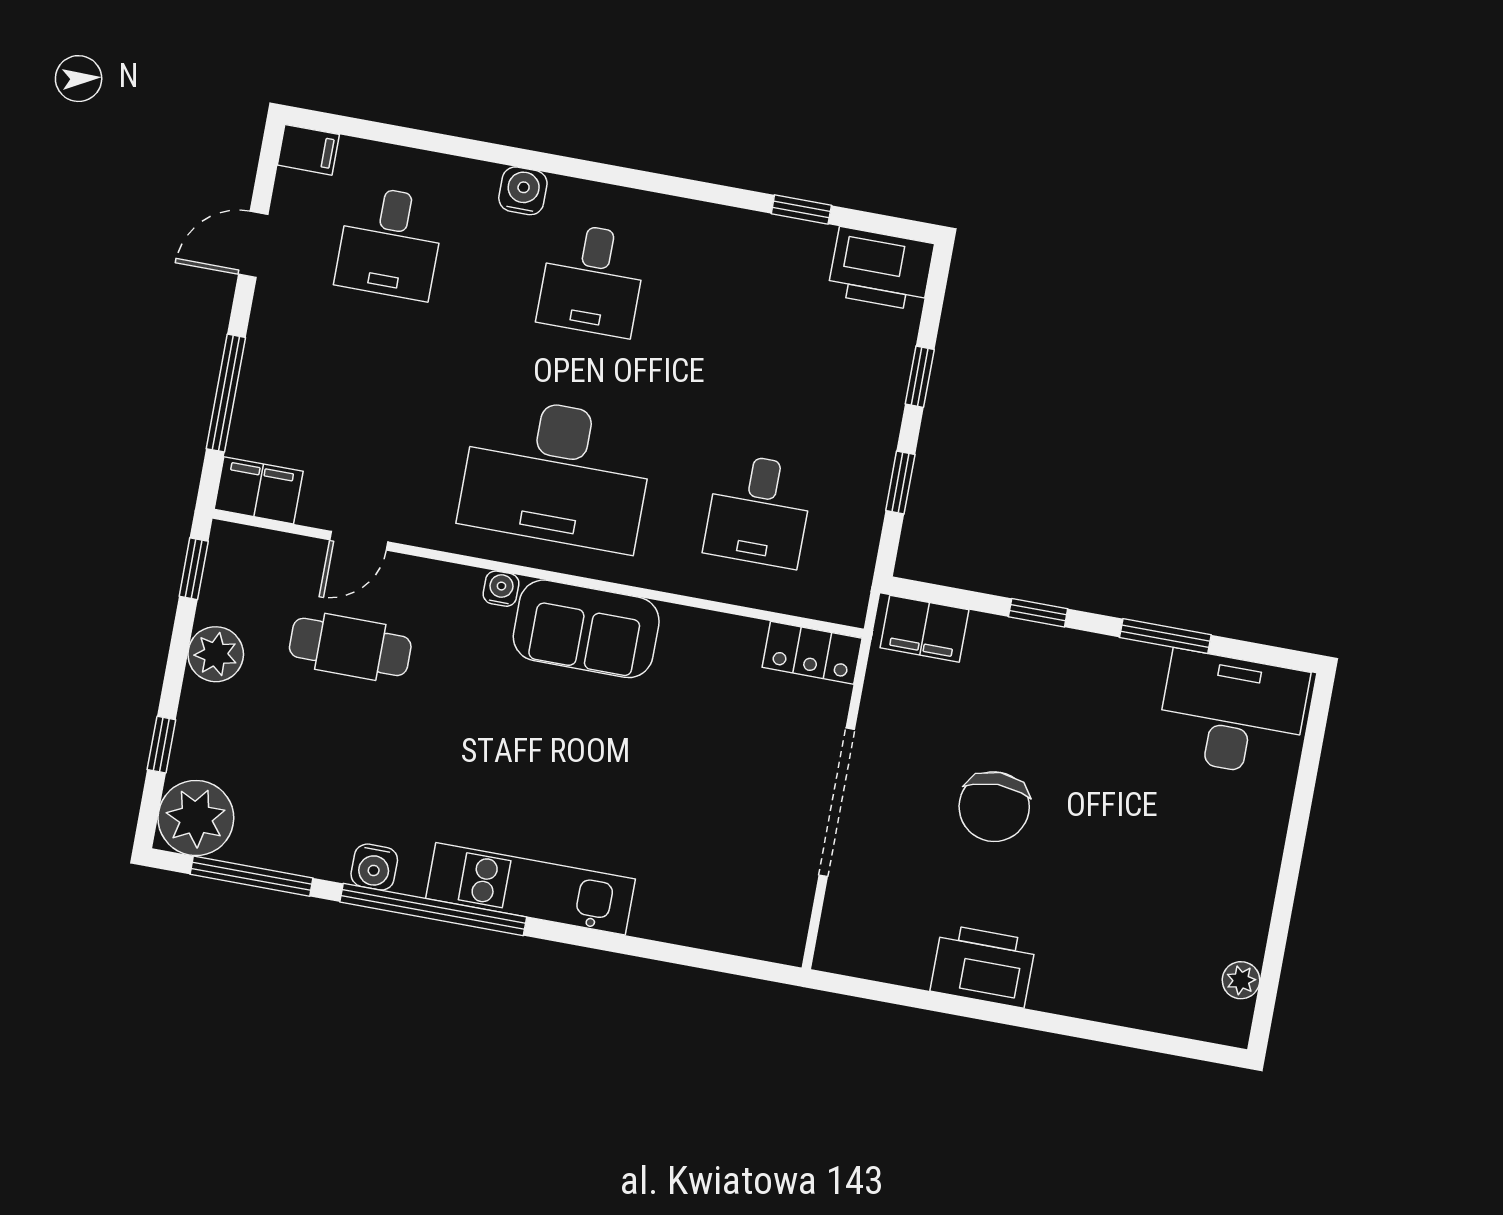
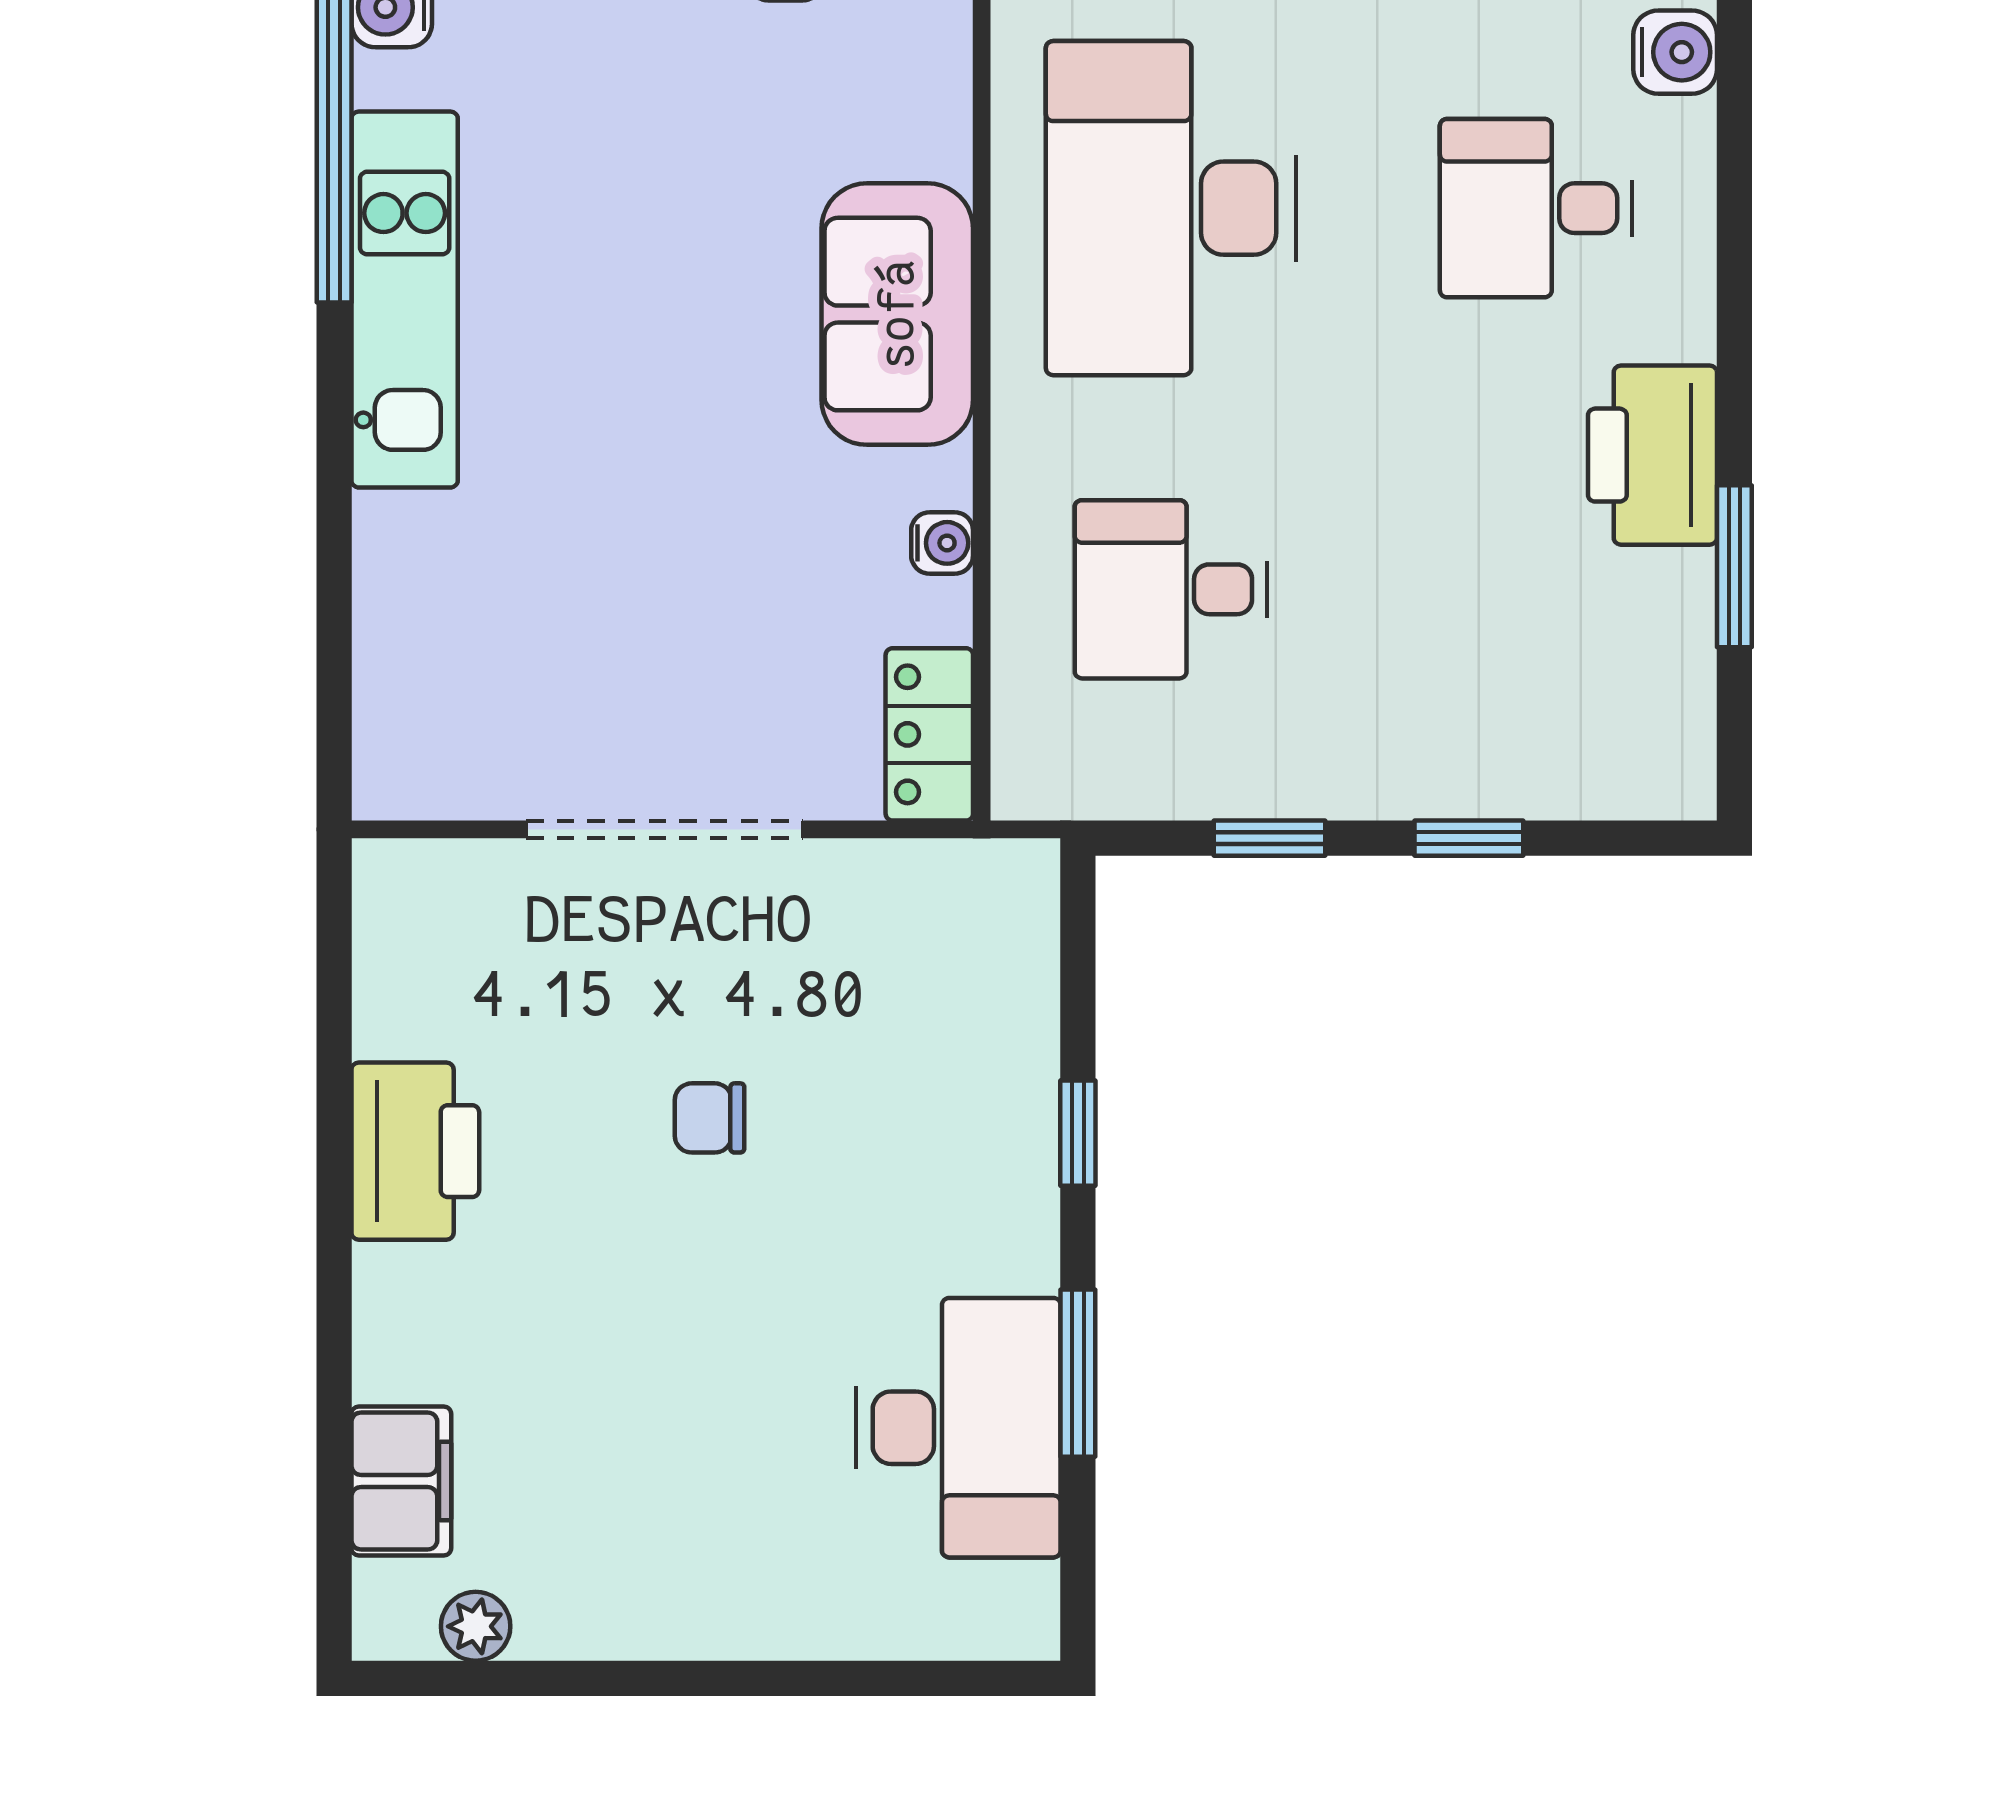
window: (801, 209) -> (1734, 566), width x1.50
printer: (881, 269) -> (1652, 455), moved
water cooler: (501, 589) -> (942, 543), moved
filing cabinet: (924, 629) -> (401, 1481), moved, turned 180
desk: (1232, 714) -> (958, 1428), moved
chair: (994, 807) -> (710, 1118), width x0.54, depth x0.54

